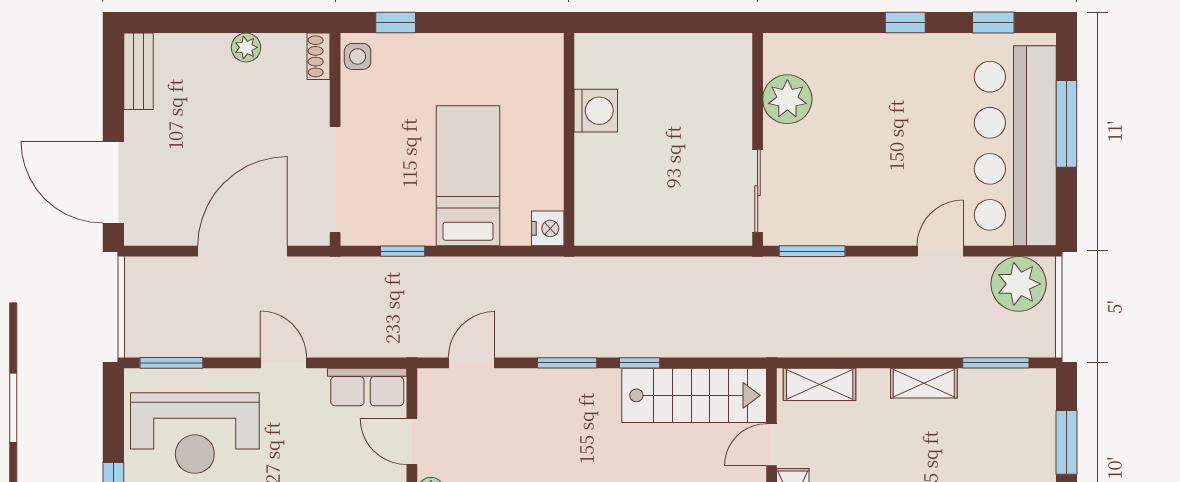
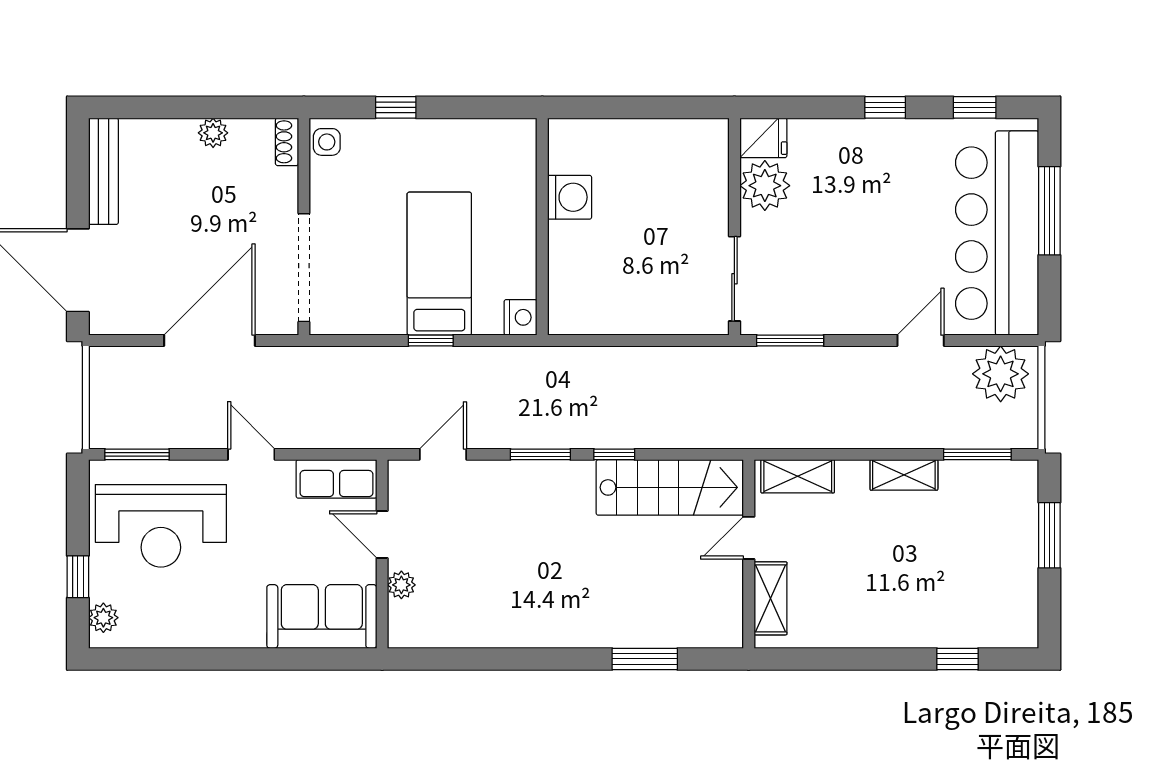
window: (396, 23) -> (396, 107), moved
fridge: (786, 52) -> (763, 138), added
bench: (139, 71) -> (103, 171), width x1.36
window: (403, 251) -> (431, 340), moved

